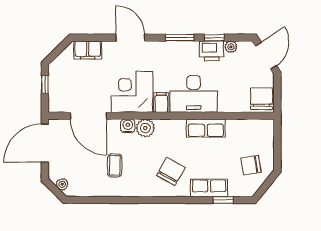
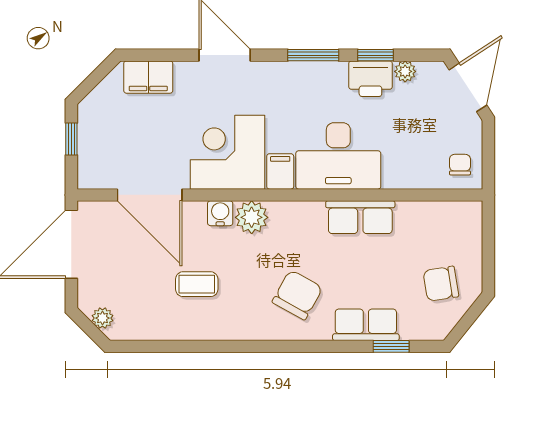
chair: (261, 99) -> (460, 165), width x0.54, depth x0.54
coffee table: (115, 165) -> (197, 284), turned 90

